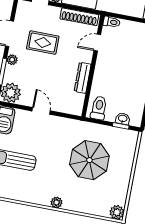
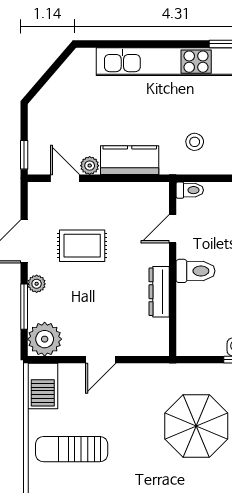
shoe rack: (79, 17) -> (135, 192), removed
toilet: (99, 108) -> (195, 271), moved, turned 90
door: (41, 111) -> (101, 360), swing flipped

